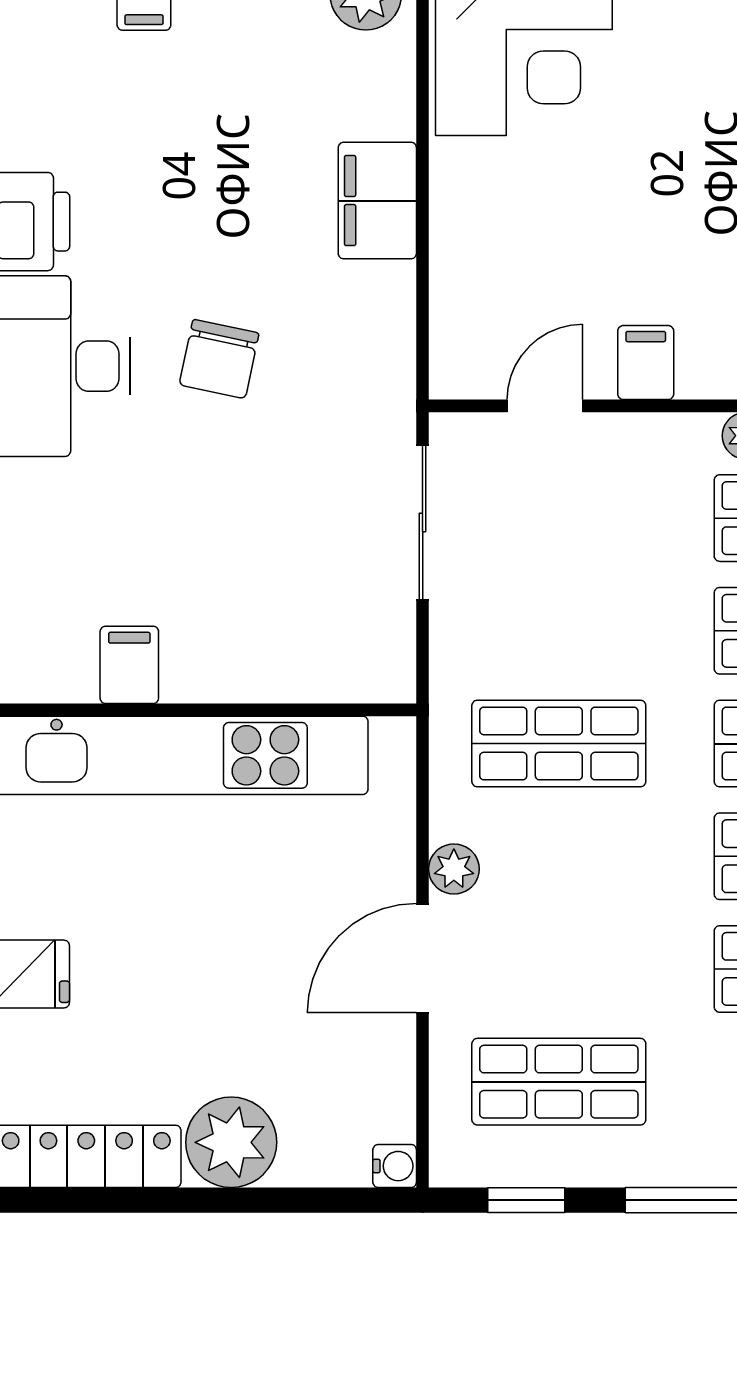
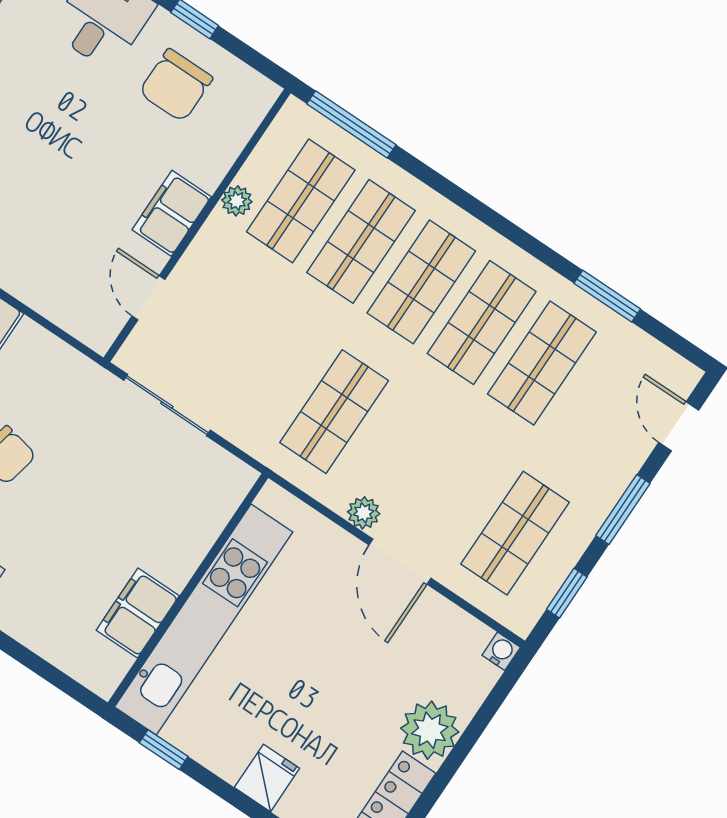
filing cabinet: (646, 363) -> (172, 213), width x2.00
filing cabinet: (129, 665) -> (138, 613), width x2.00

